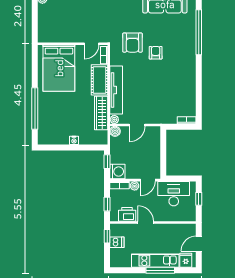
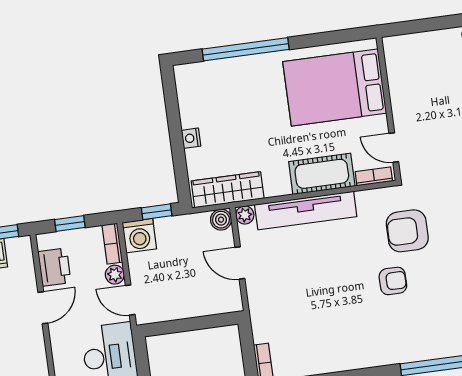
wardrobe: (101, 113) -> (228, 190), moved

